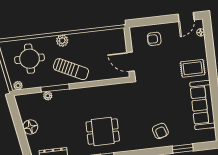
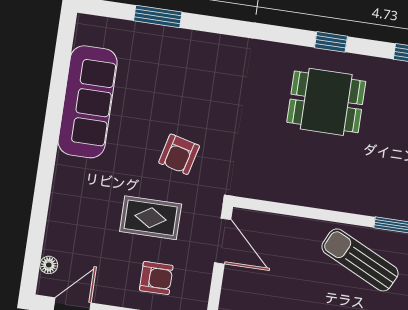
rug: (193, 68) -> (151, 218), moved
armchair: (160, 131) -> (179, 154), moved, turned -149

